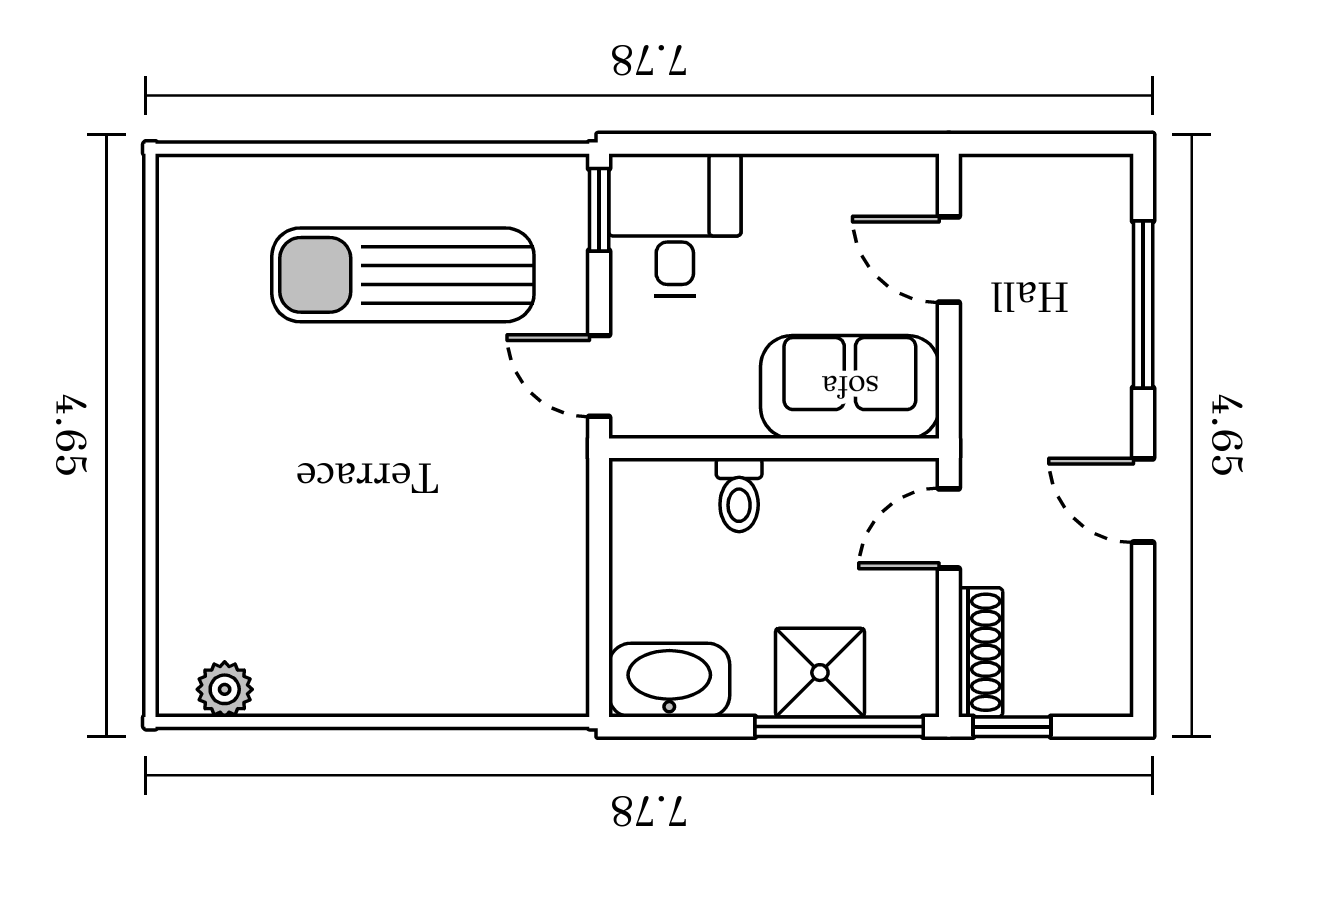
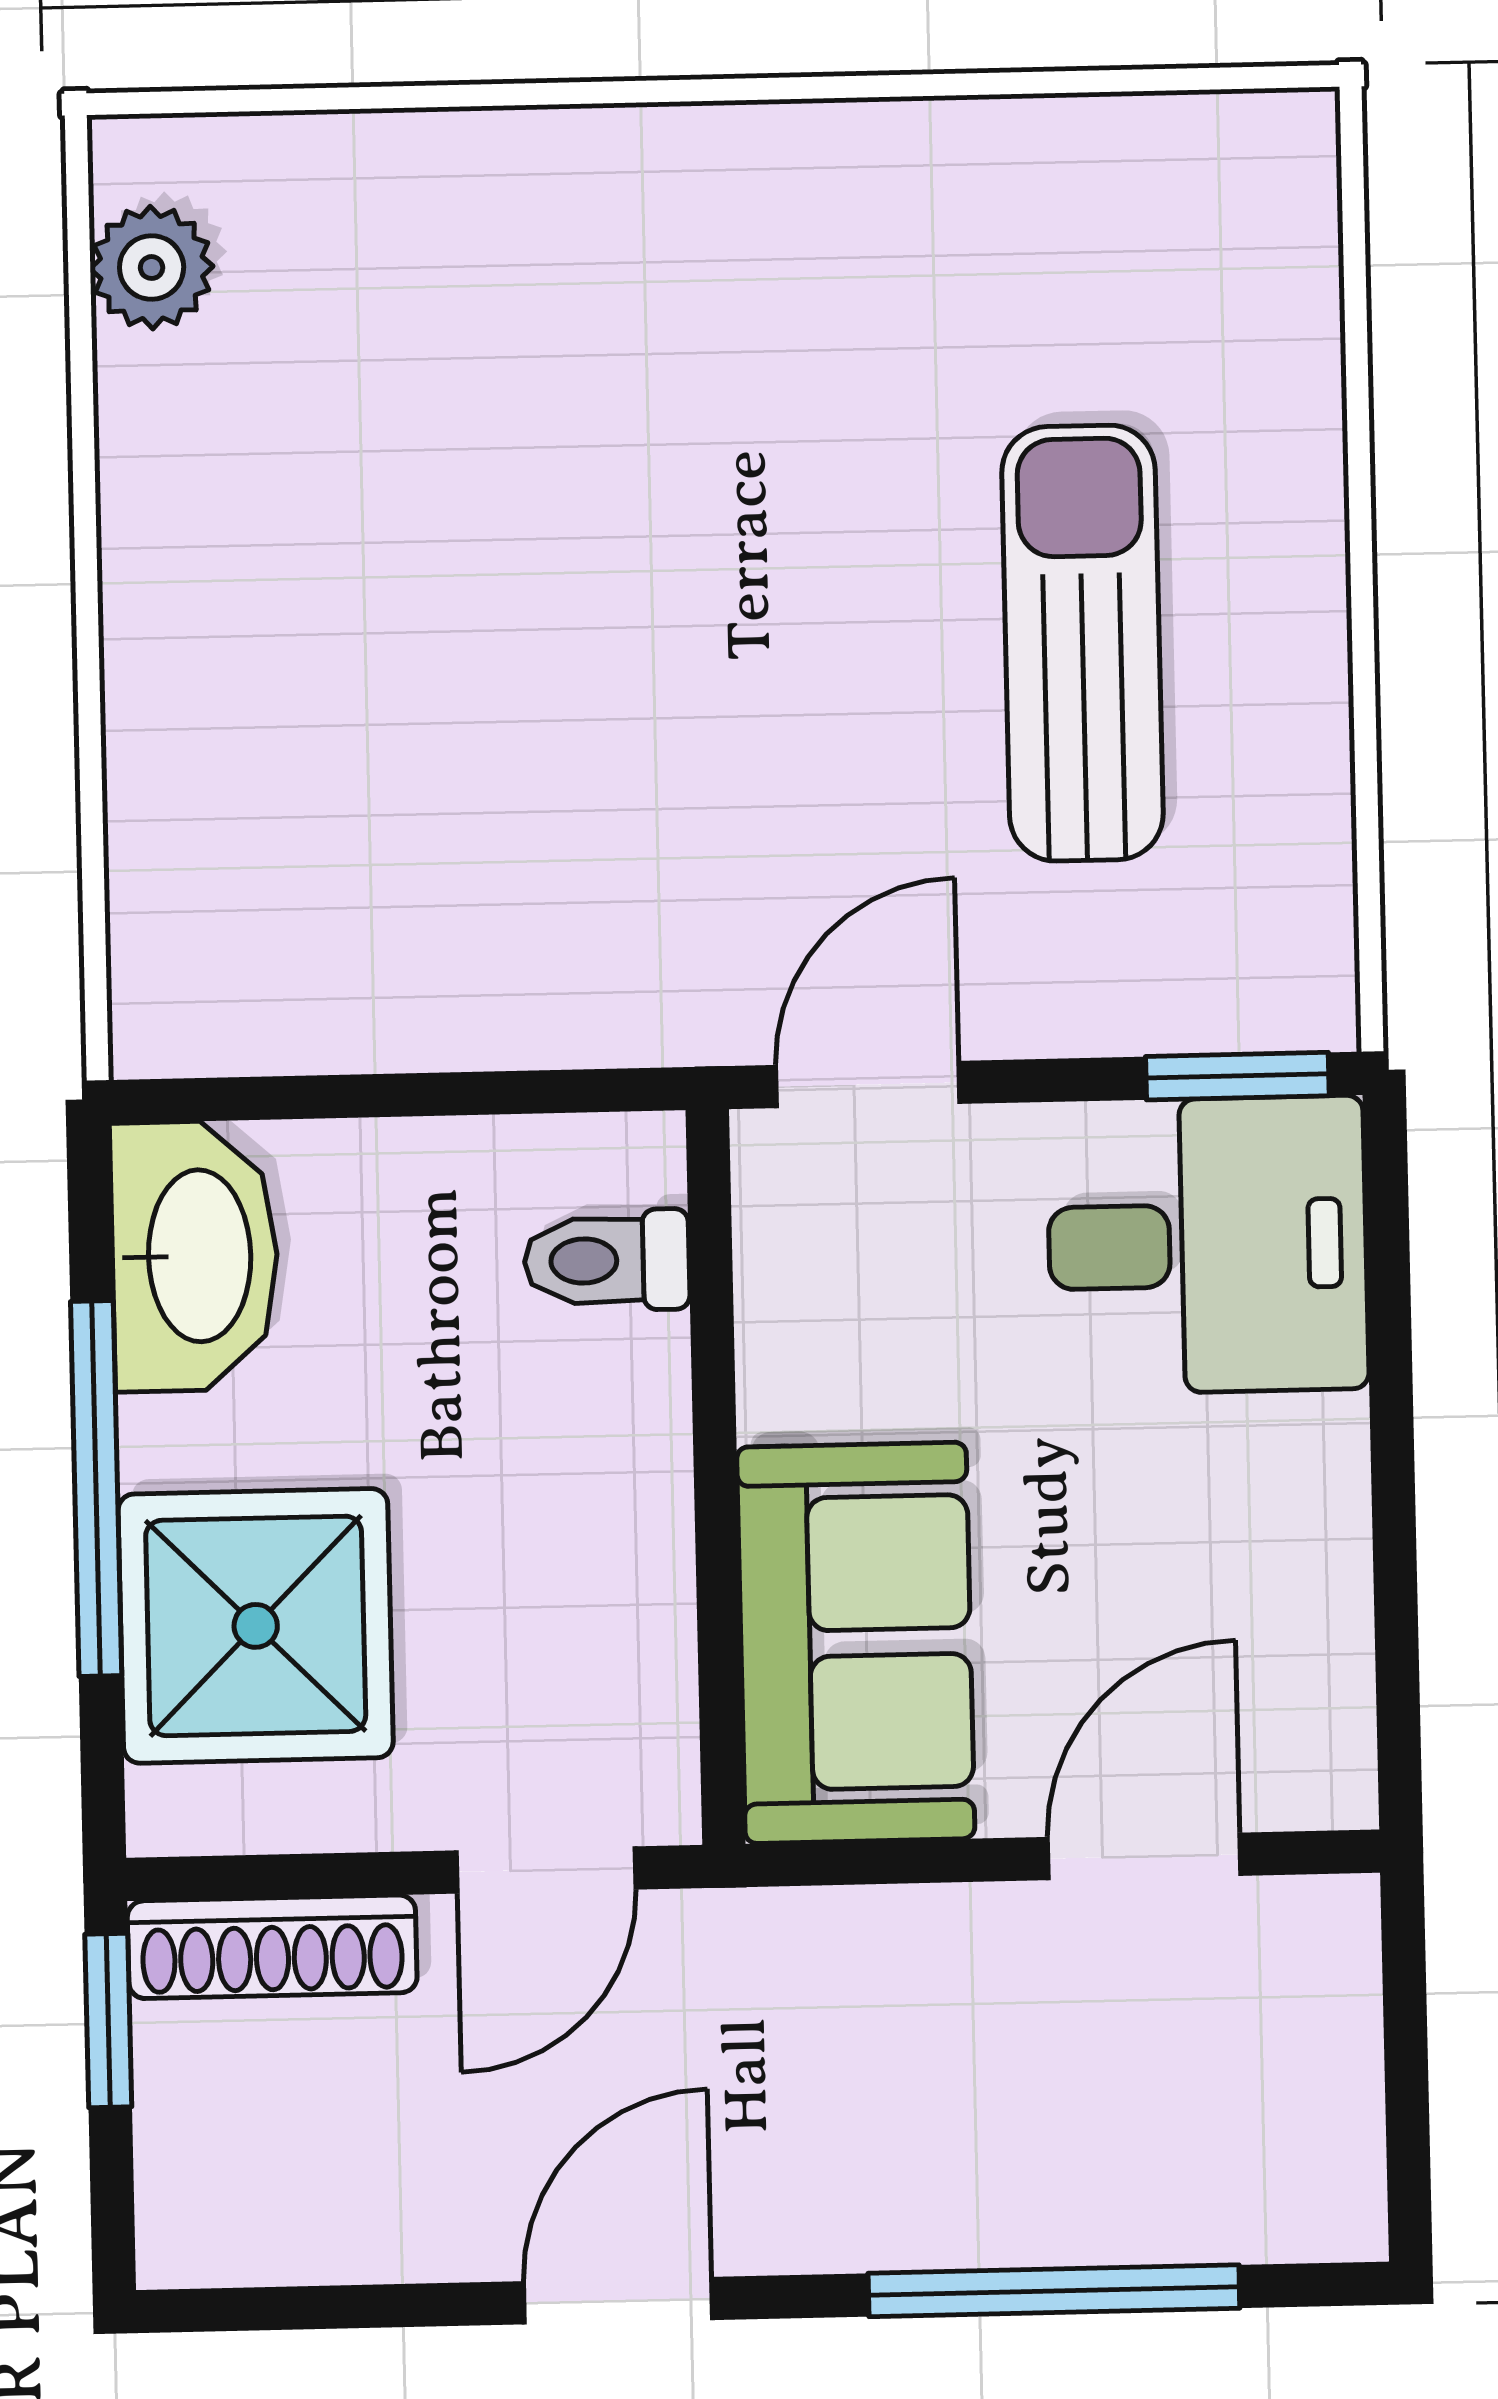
sun lounger: (403, 275) -> (1082, 643), width x0.73, depth x0.75
toilet: (739, 495) -> (607, 1260), moved
door: (949, 528) -> (546, 1870), swing flipped
shower: (820, 673) -> (256, 1626), width x1.36, depth x1.36
window: (839, 727) -> (96, 1489), moved

